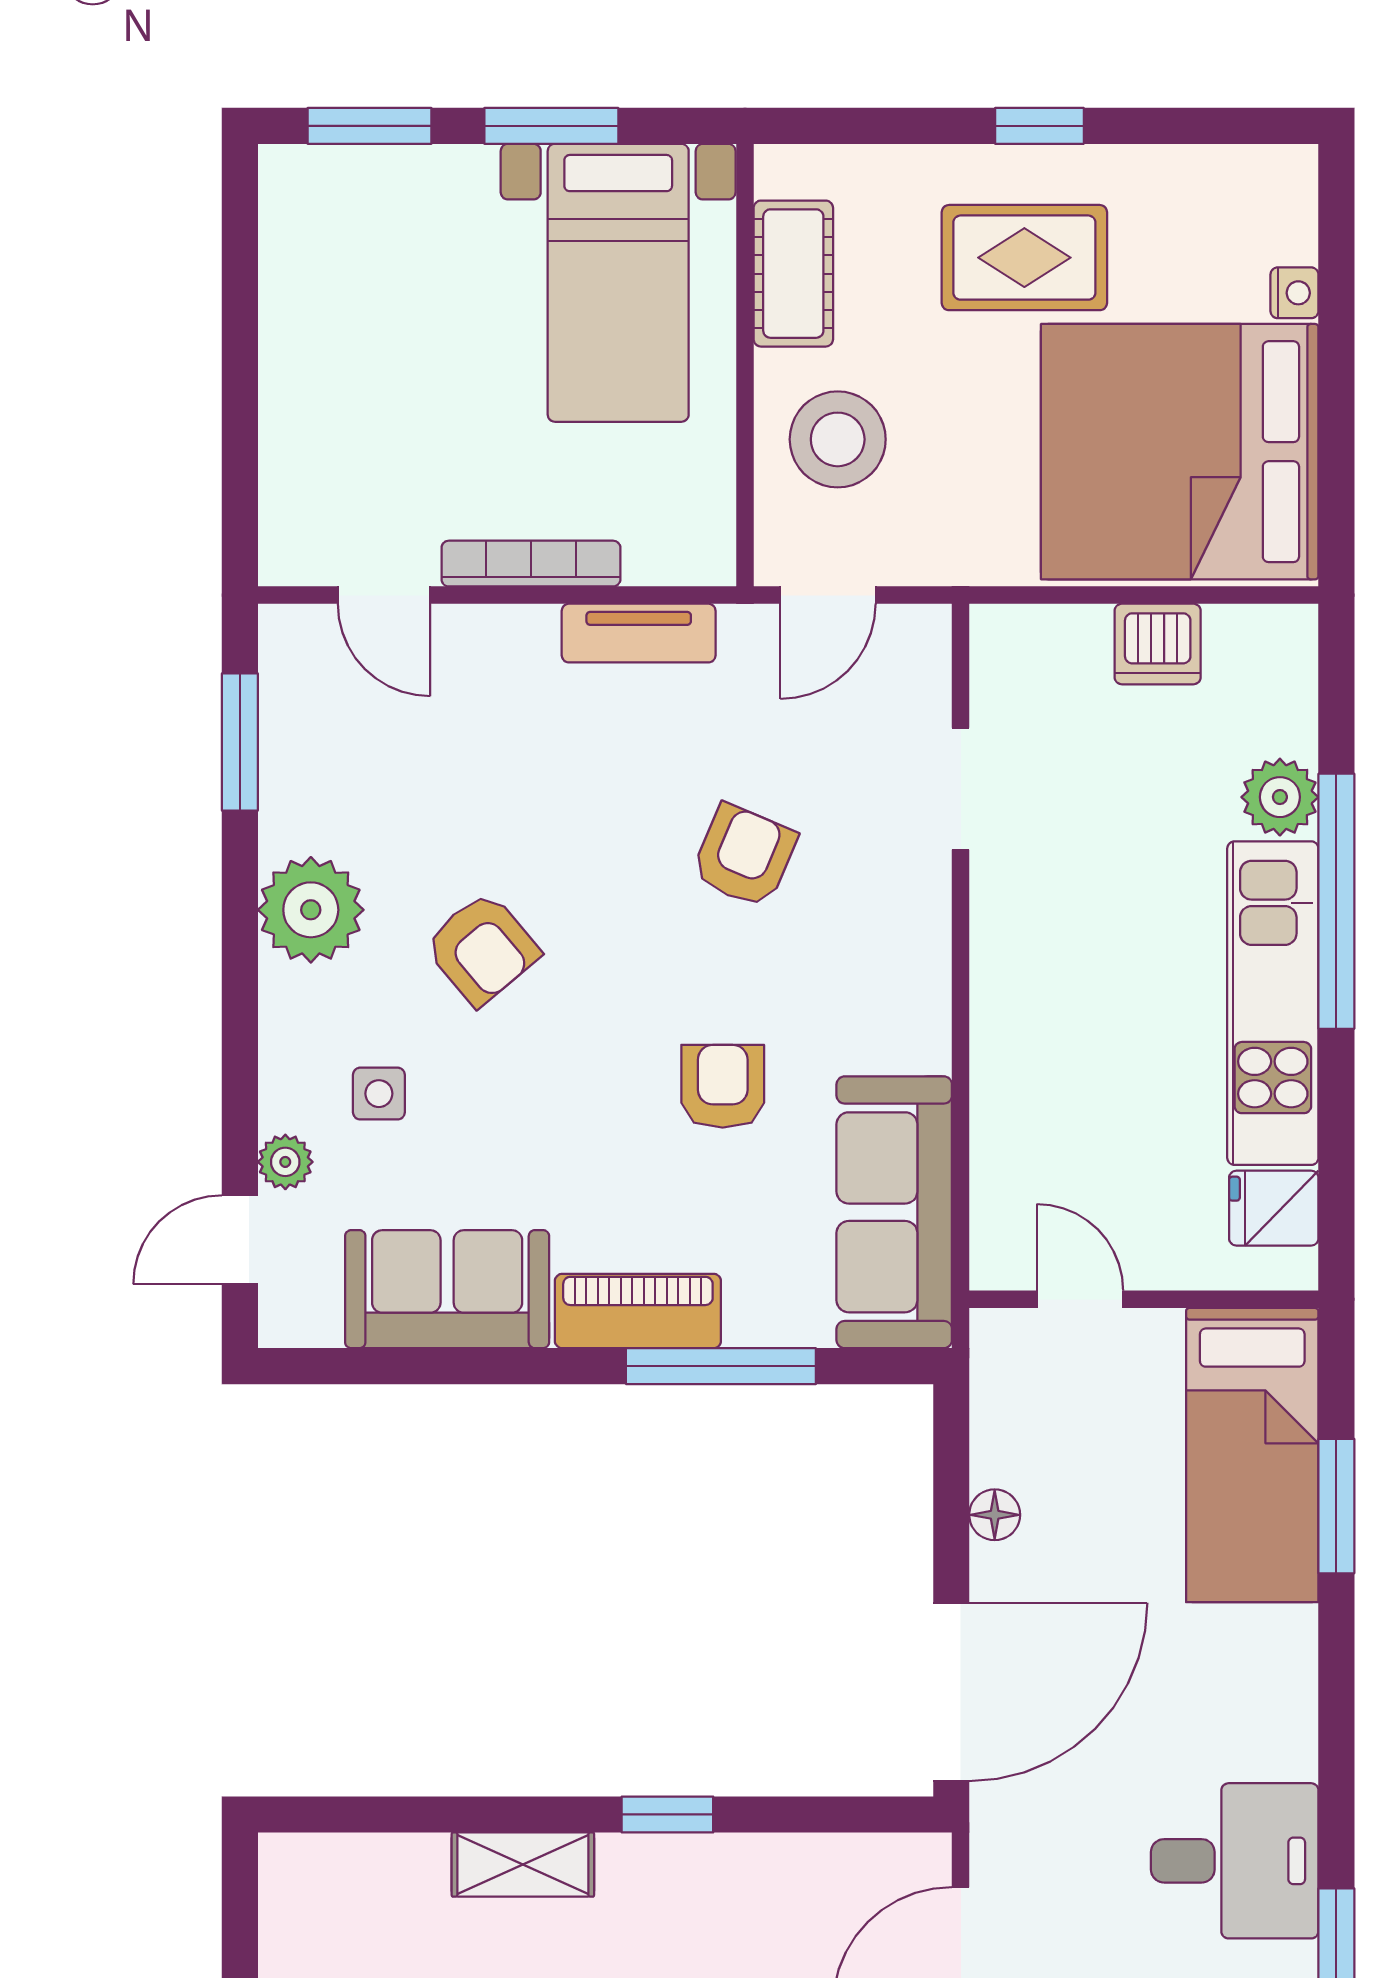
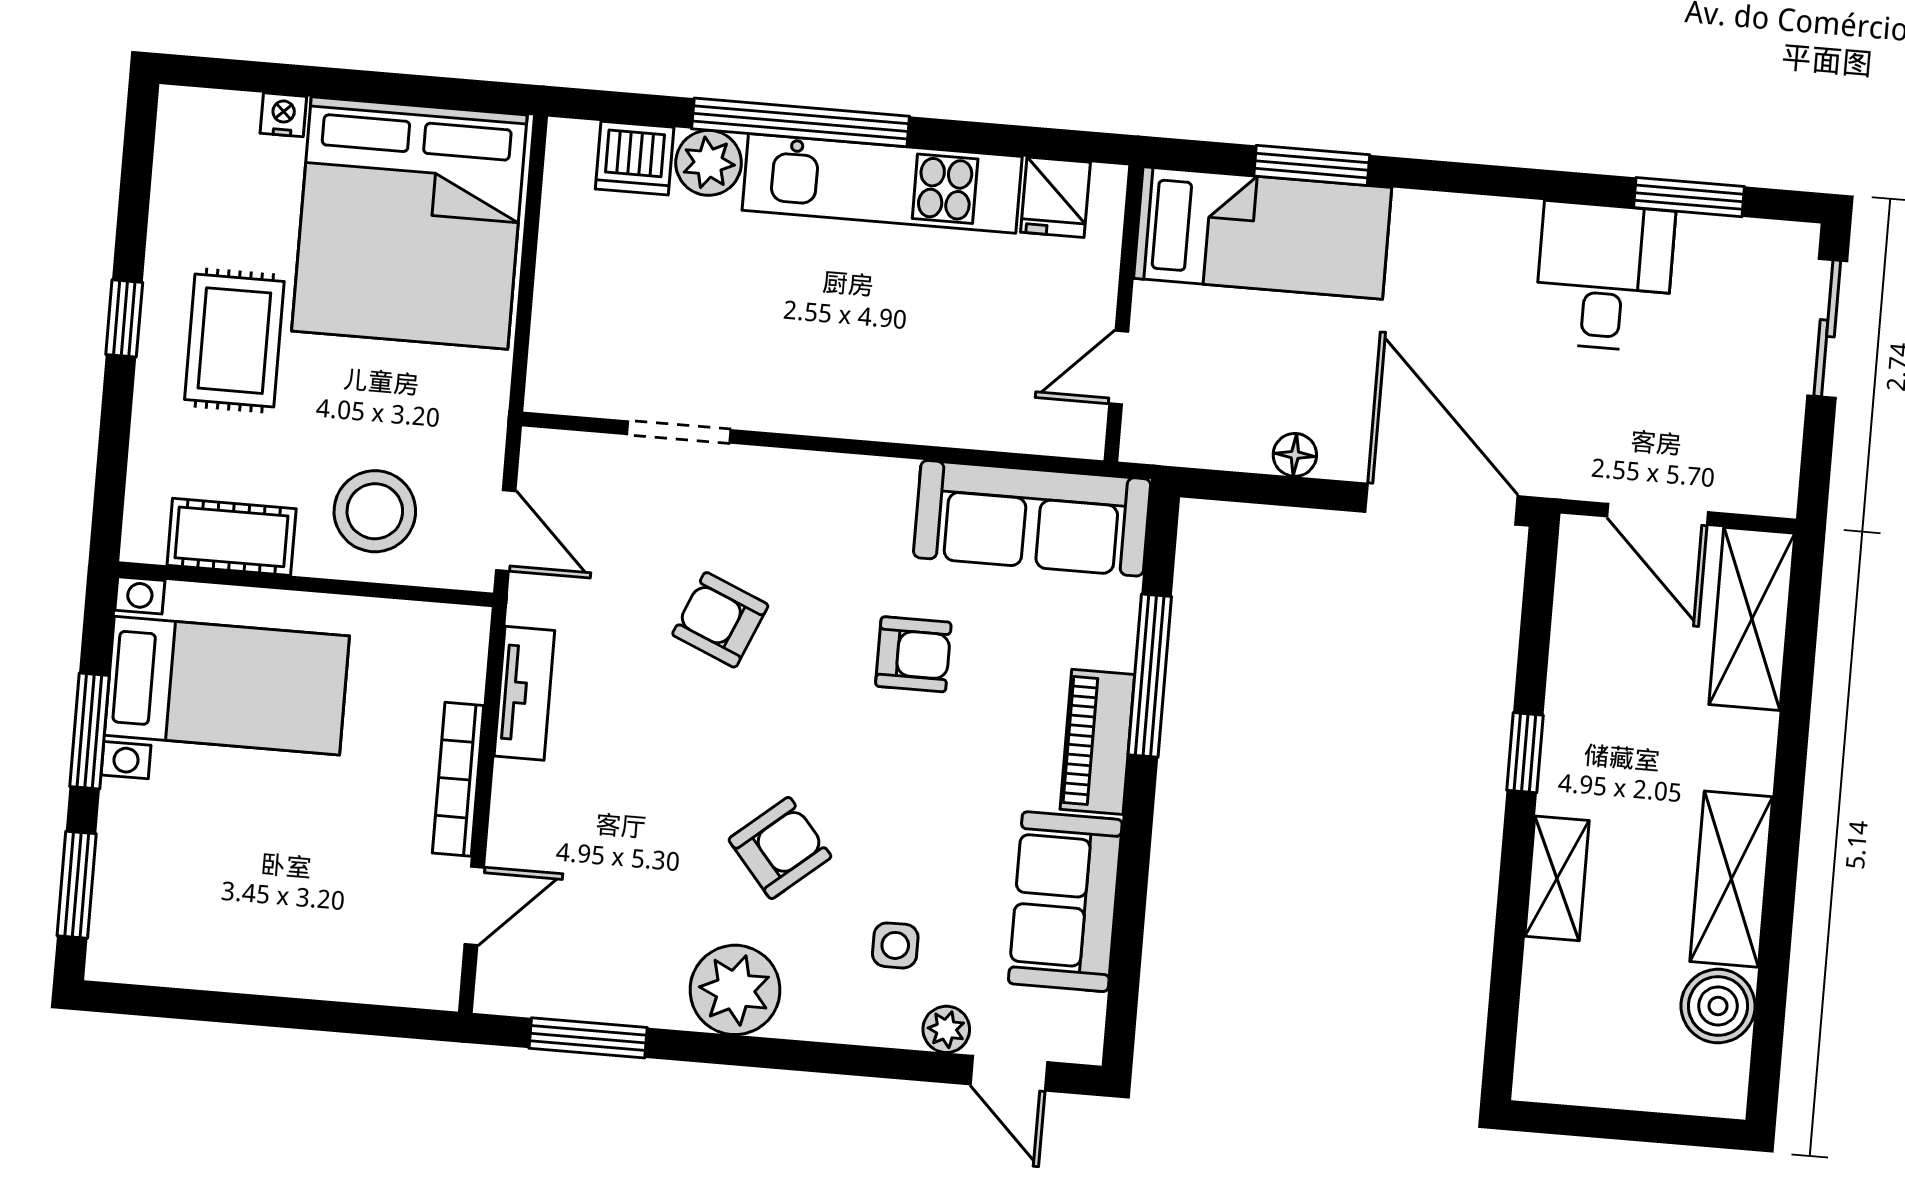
dishwasher: (1158, 644) -> (635, 158), moved, turned 90
armchair: (723, 1086) -> (913, 654), turned 180

